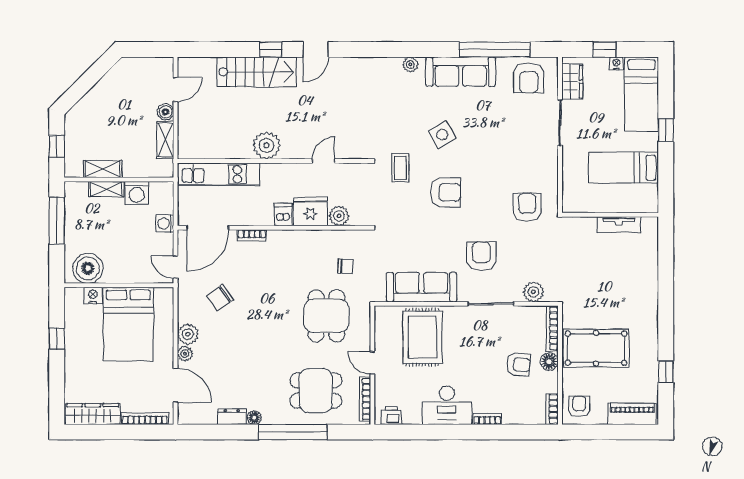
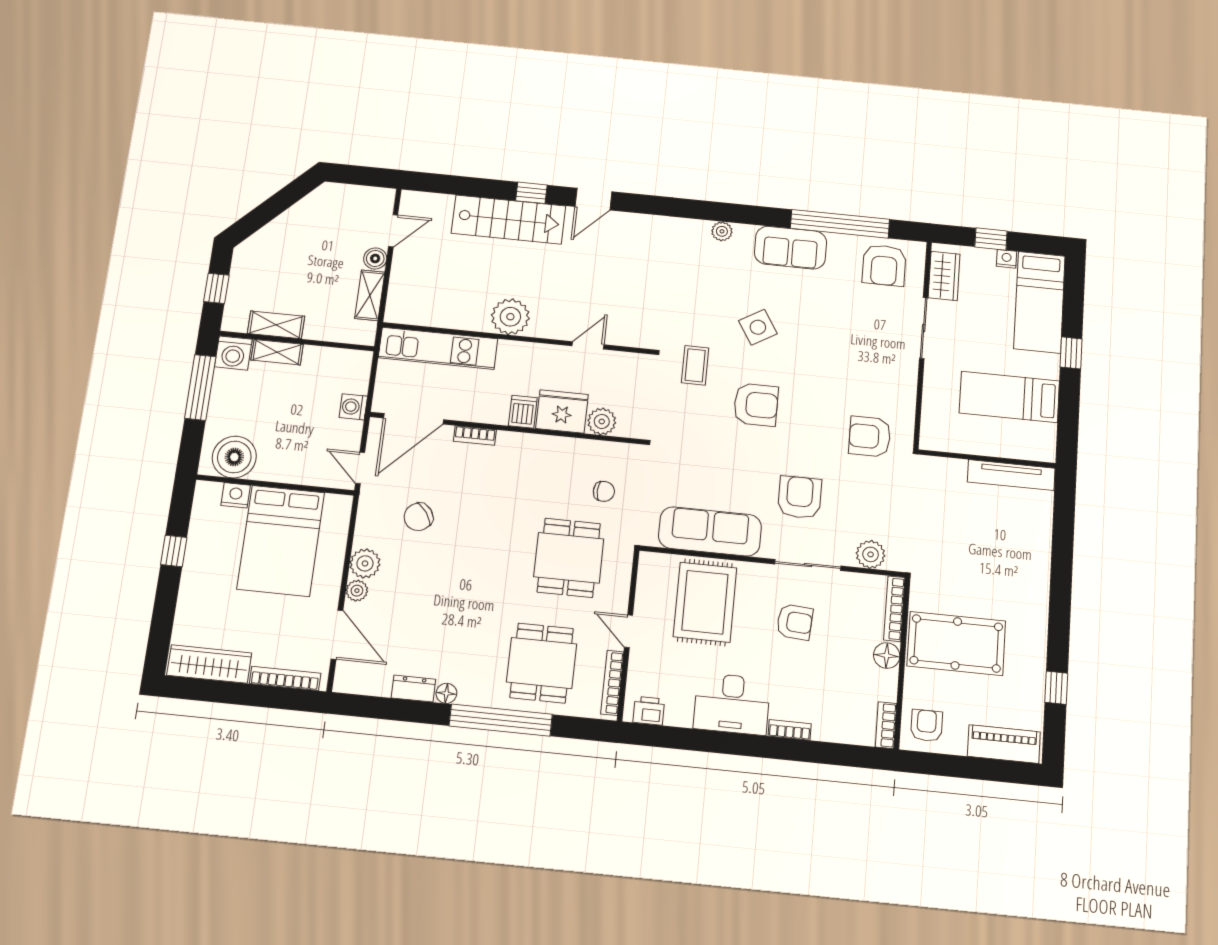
sofa: (461, 72) -> (790, 248), width x0.73
washing machine: (137, 193) -> (233, 353), moved
armchair: (527, 207) -> (870, 437), turned -90
tv unit: (619, 225) -> (1011, 475), width x1.41
armchair: (518, 364) -> (795, 622), moved
dining table: (316, 390) -> (542, 663), turned 90

